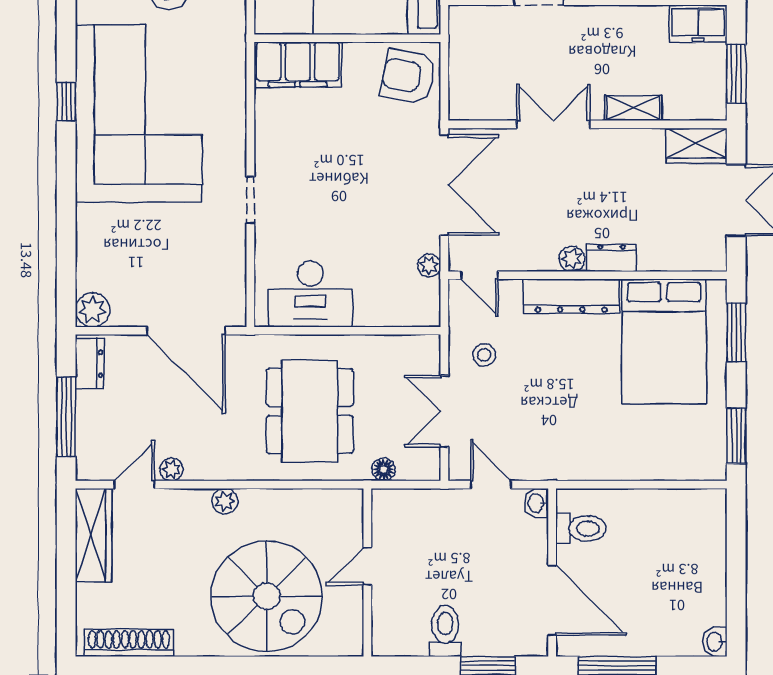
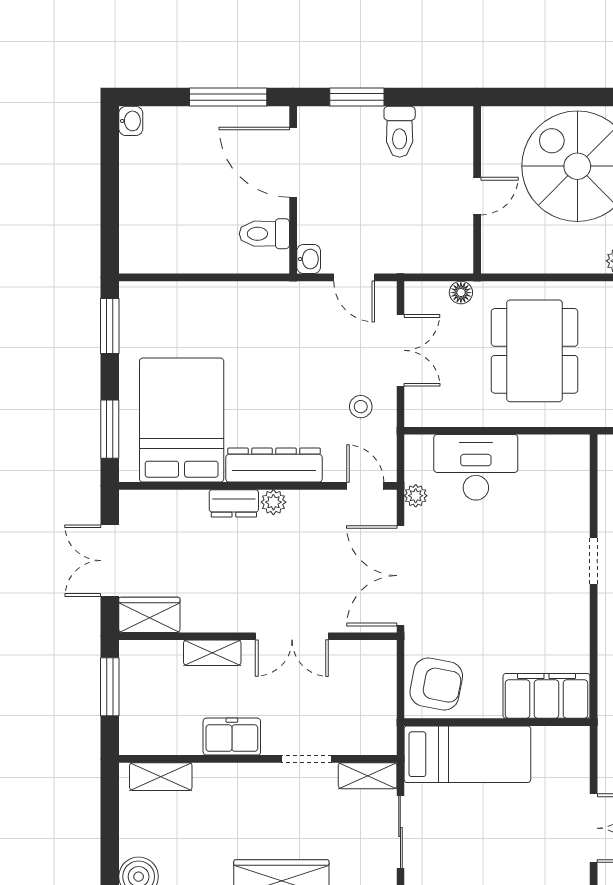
freezer: (698, 24) -> (232, 737), moved
desk: (310, 294) -> (476, 467), moved

